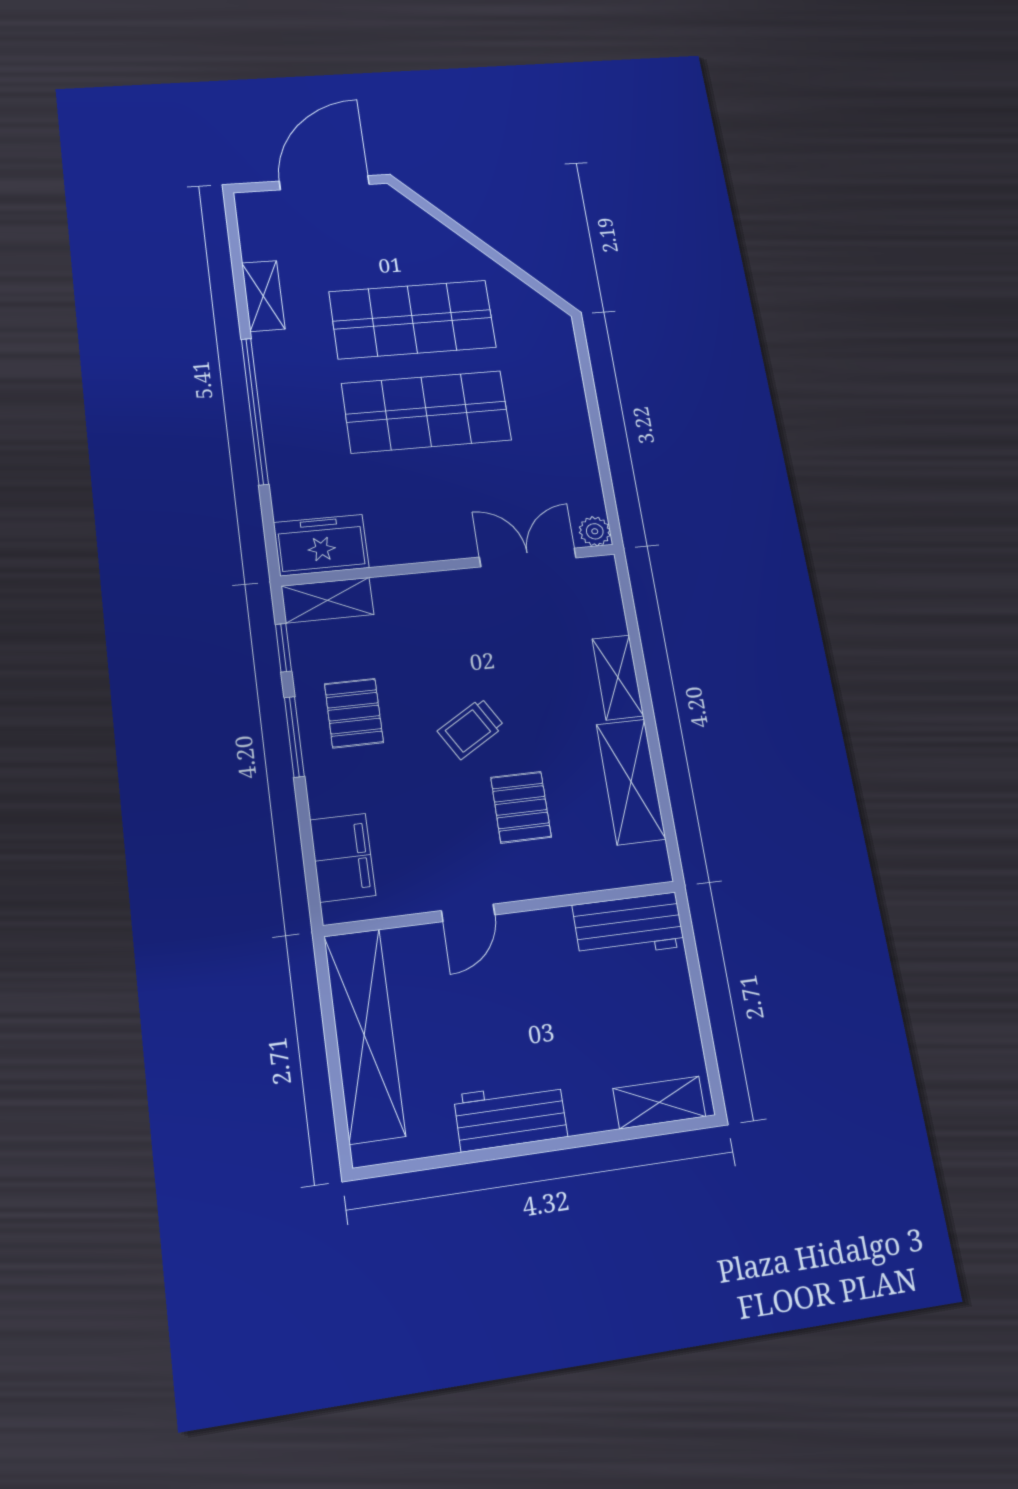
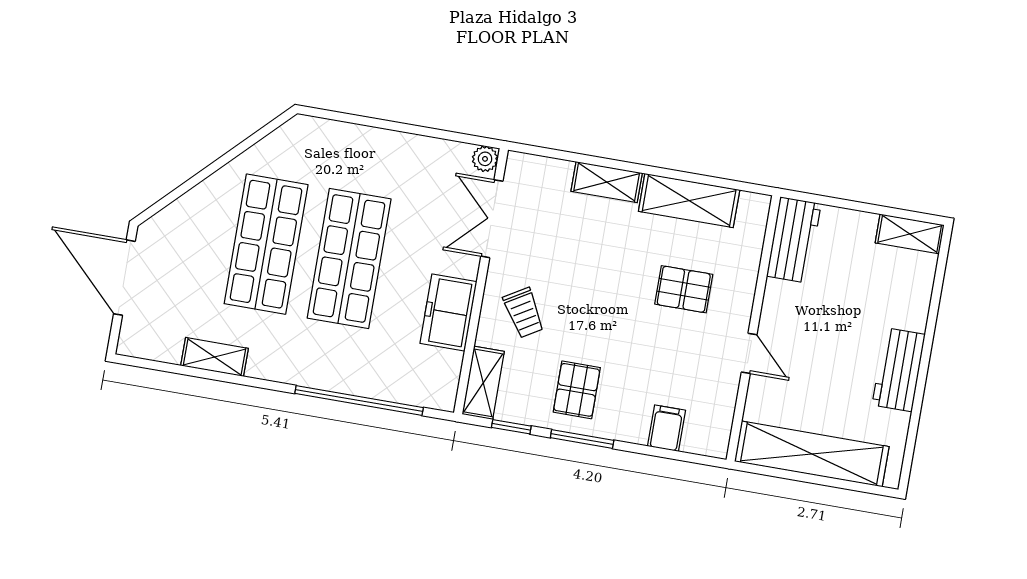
window: (255, 411) -> (359, 400), moved
freezer: (321, 545) -> (448, 312), moved
pallet: (354, 713) -> (577, 390), turned 90
trolley: (471, 729) -> (524, 313), moved
filing cabinet: (343, 858) -> (666, 428), width x0.50
shelving: (659, 1102) -> (910, 234), moved, turned 90

